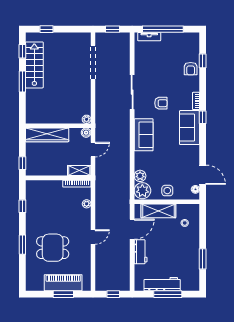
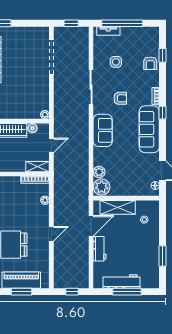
sofa: (190, 128) -> (149, 129), width x1.36
boiler: (86, 133) -> (32, 128), moved
side table: (167, 191) -> (116, 62), moved

